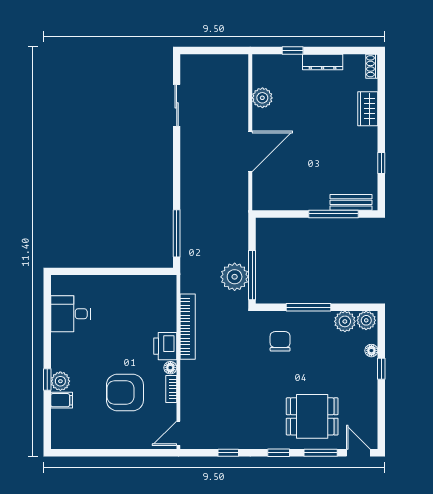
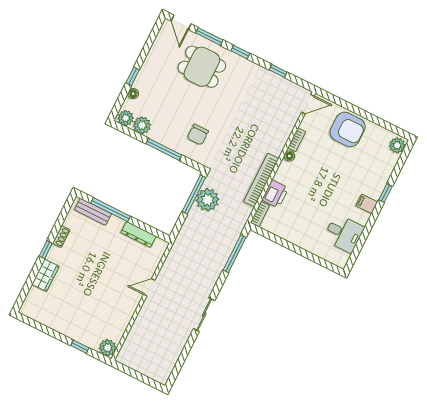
dresser: (323, 62) -> (139, 234), moved, turned 180
shoe rack: (372, 66) -> (61, 237), moved
plant: (262, 98) -> (108, 348), moved
sliding door: (177, 105) -> (204, 315), moved
door: (250, 151) -> (149, 287), width x0.53
window: (381, 163) -> (46, 250), moved
bookcase: (171, 289) -> (260, 214), added
printer: (165, 346) -> (275, 194), moved
plant: (60, 381) -> (397, 145), moved
armchair: (125, 393) -> (348, 129), moved
filing cabinet: (62, 400) -> (367, 204), moved

